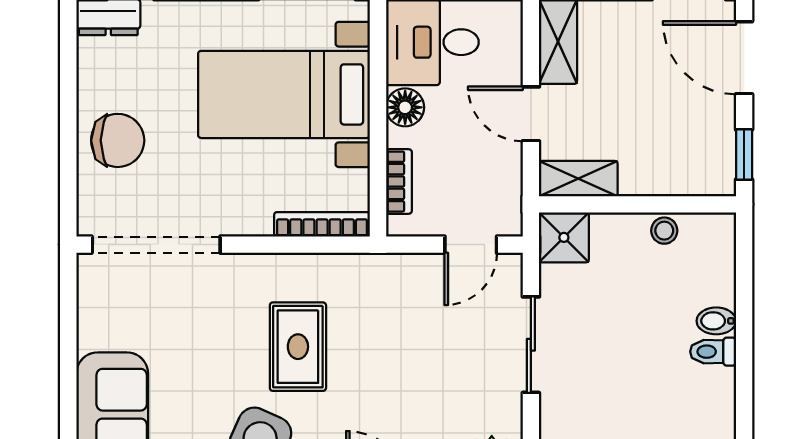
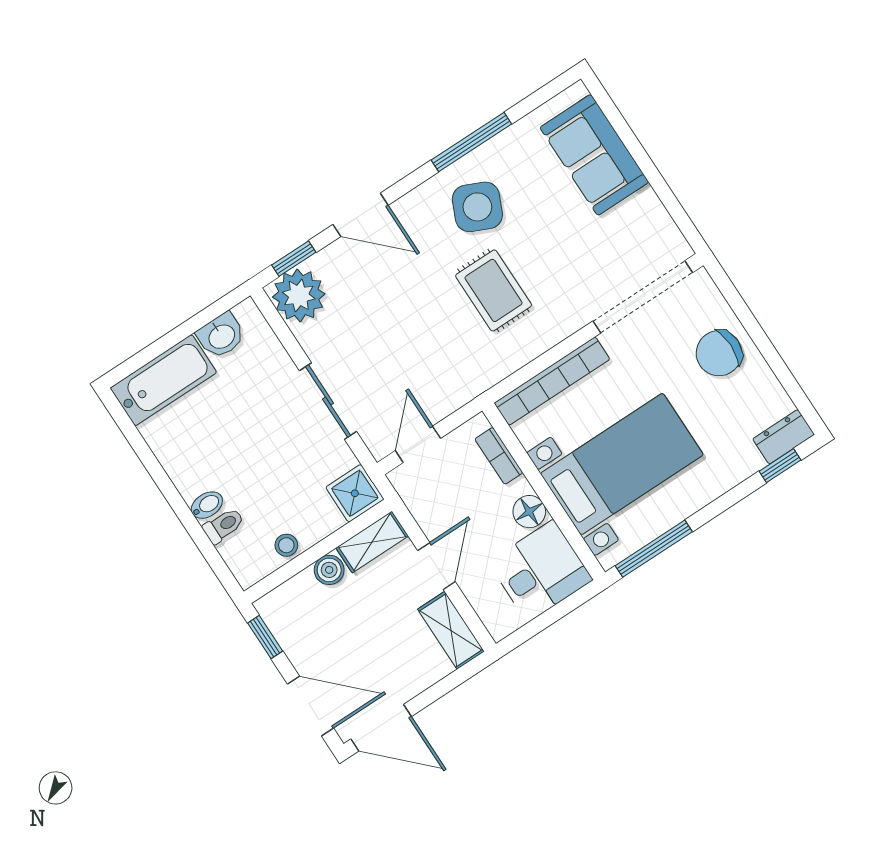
door: (531, 114) -> (436, 566), hinge flipped
boiler: (638, 179) -> (329, 570), added
bookcase: (322, 224) -> (552, 381), width x1.48, depth x1.31
toilet: (713, 352) -> (224, 526), moved

